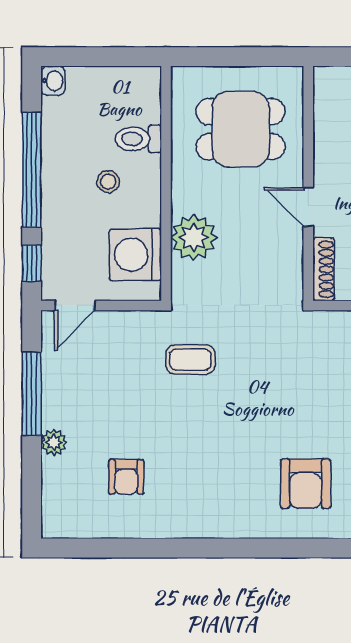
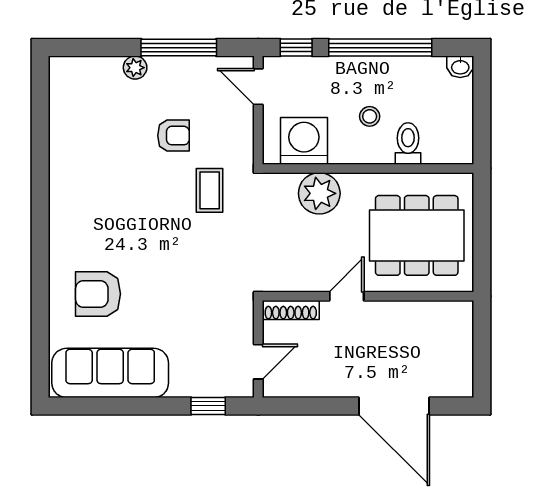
dining table: (241, 129) -> (417, 235), width x1.37
armchair: (126, 477) -> (173, 136), moved, turned 180

